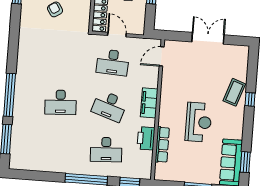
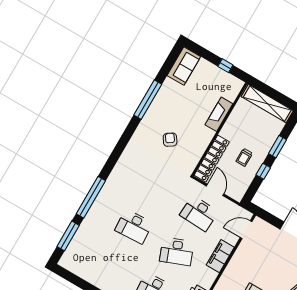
filing cabinet: (149, 103) -> (220, 256), moved
desk: (109, 106) -> (177, 252), turned -39

